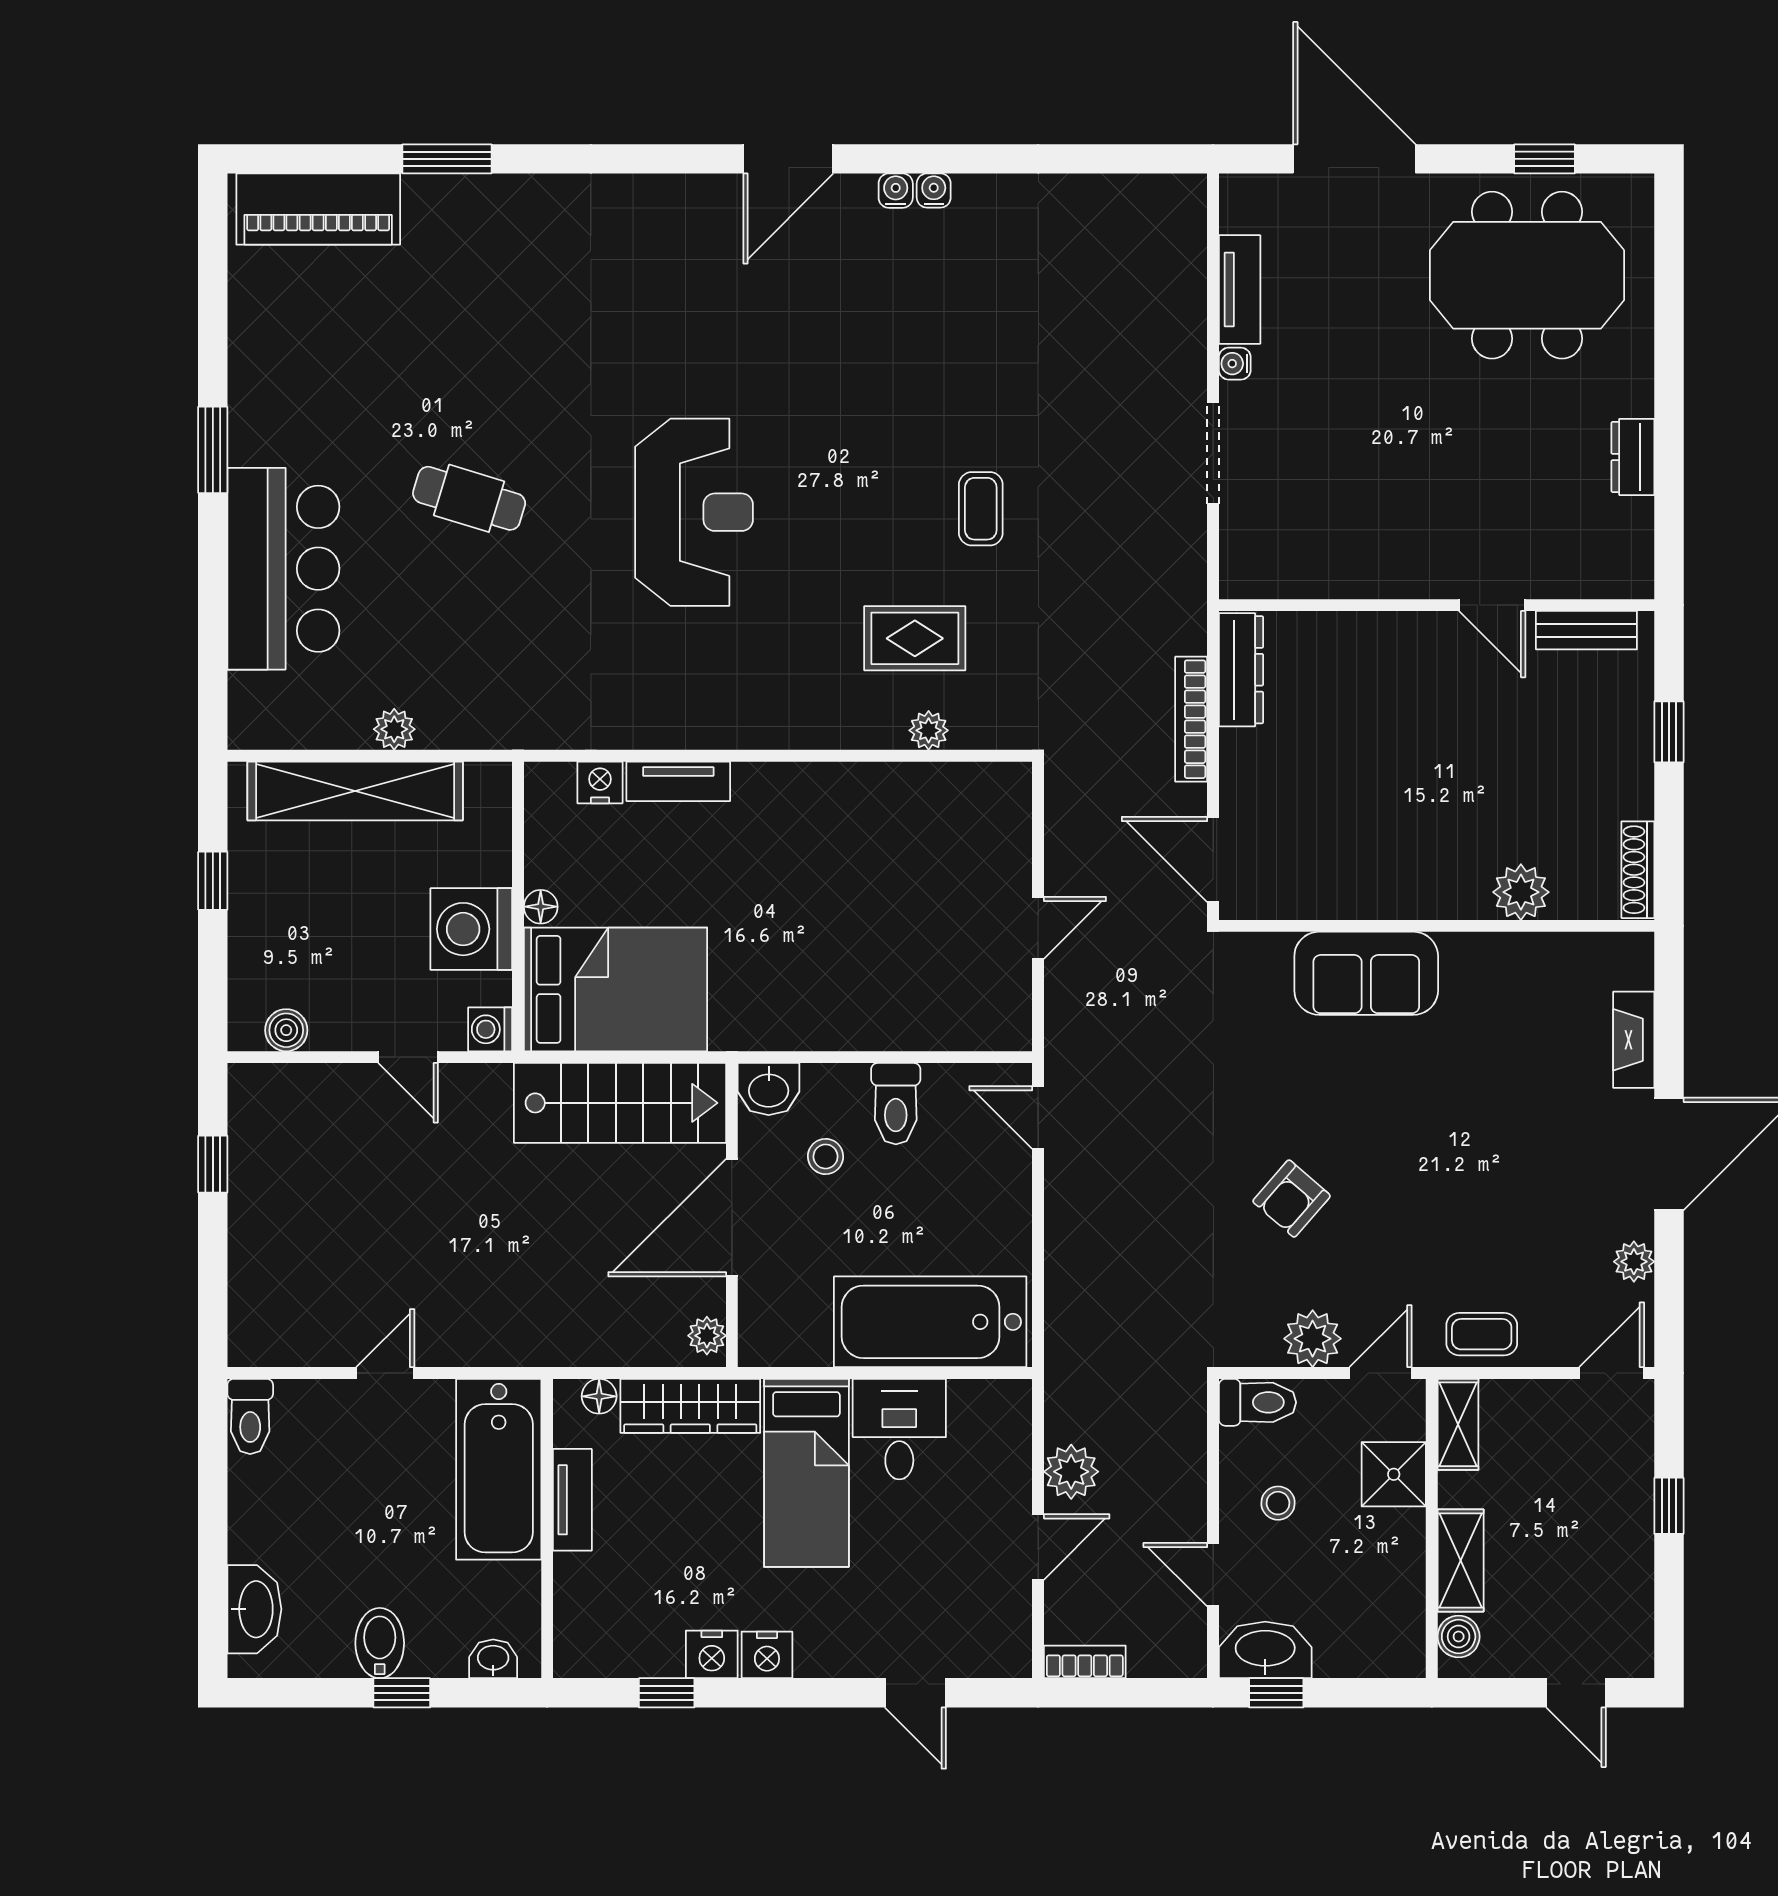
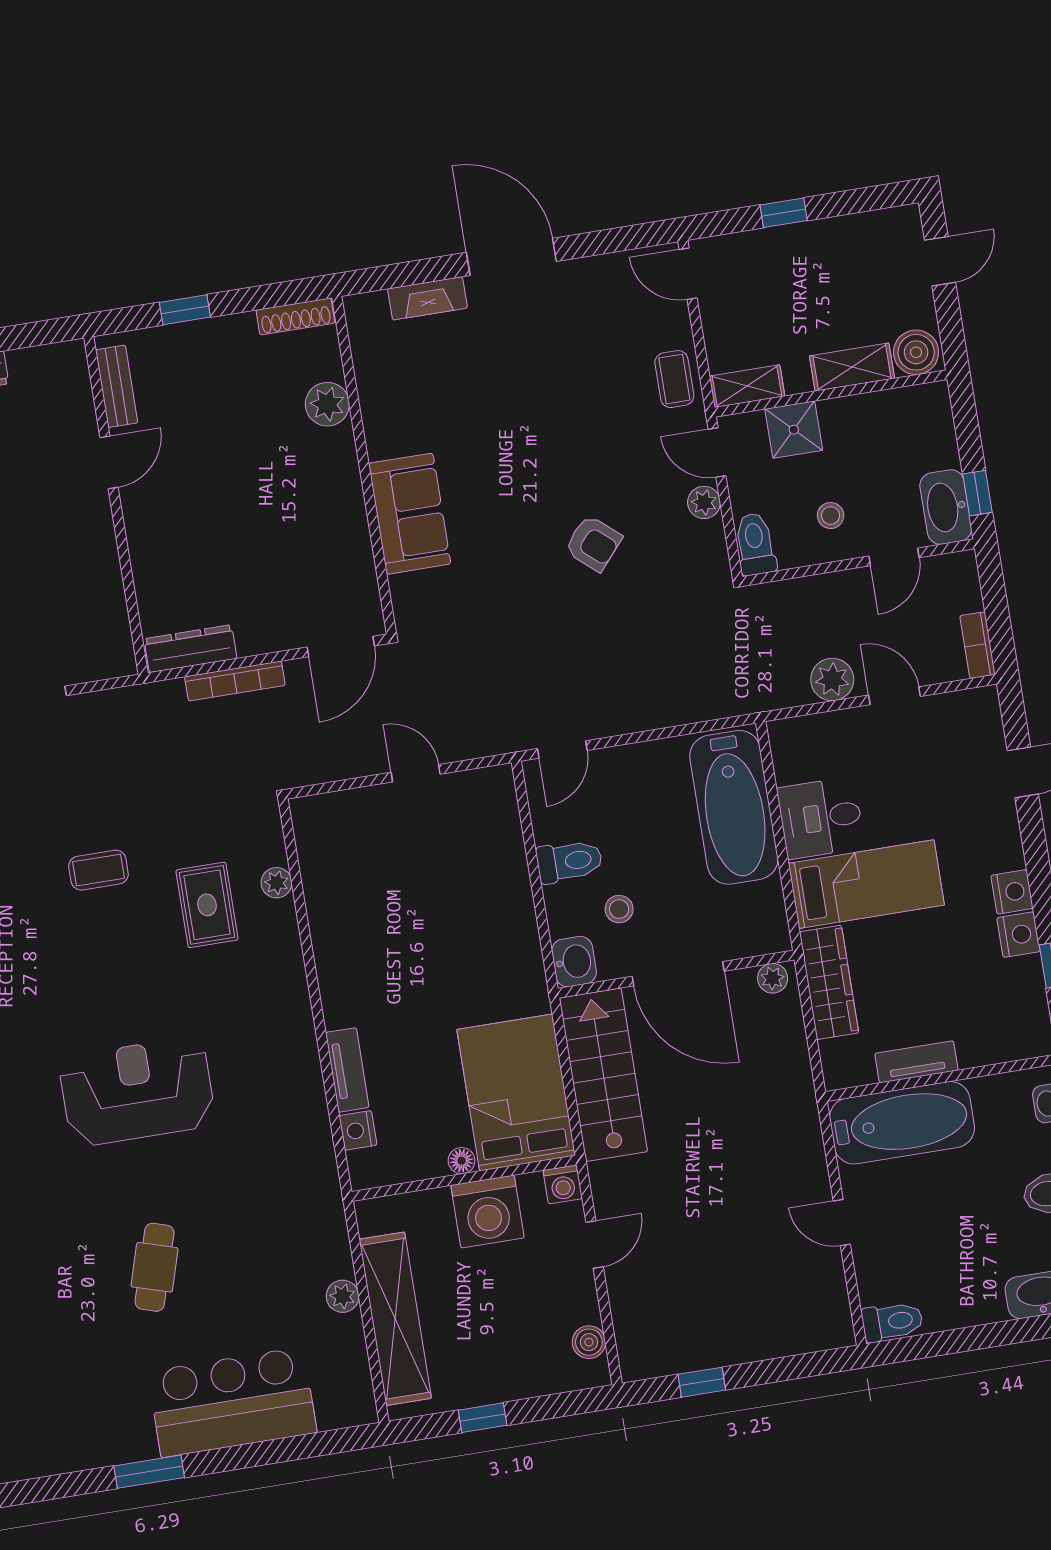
plant: (1634, 1262) -> (599, 270), removed
plant: (1313, 1339) -> (704, 502), width x0.73, depth x0.73
floor lamp: (599, 1396) -> (833, 1054), removed
boiler: (1459, 1637) -> (916, 352), width x1.36, depth x1.36

